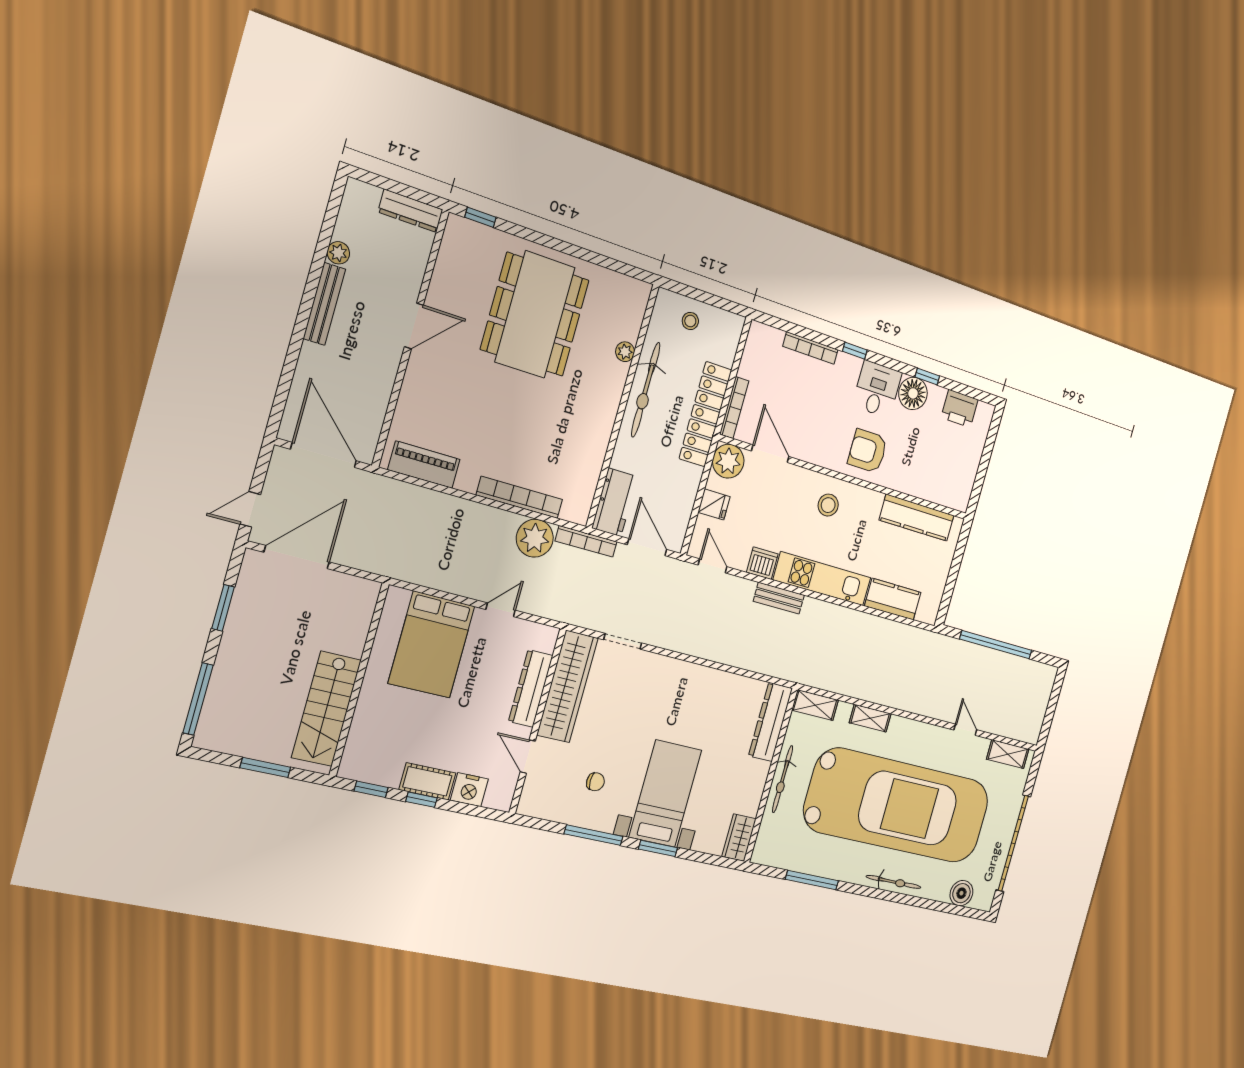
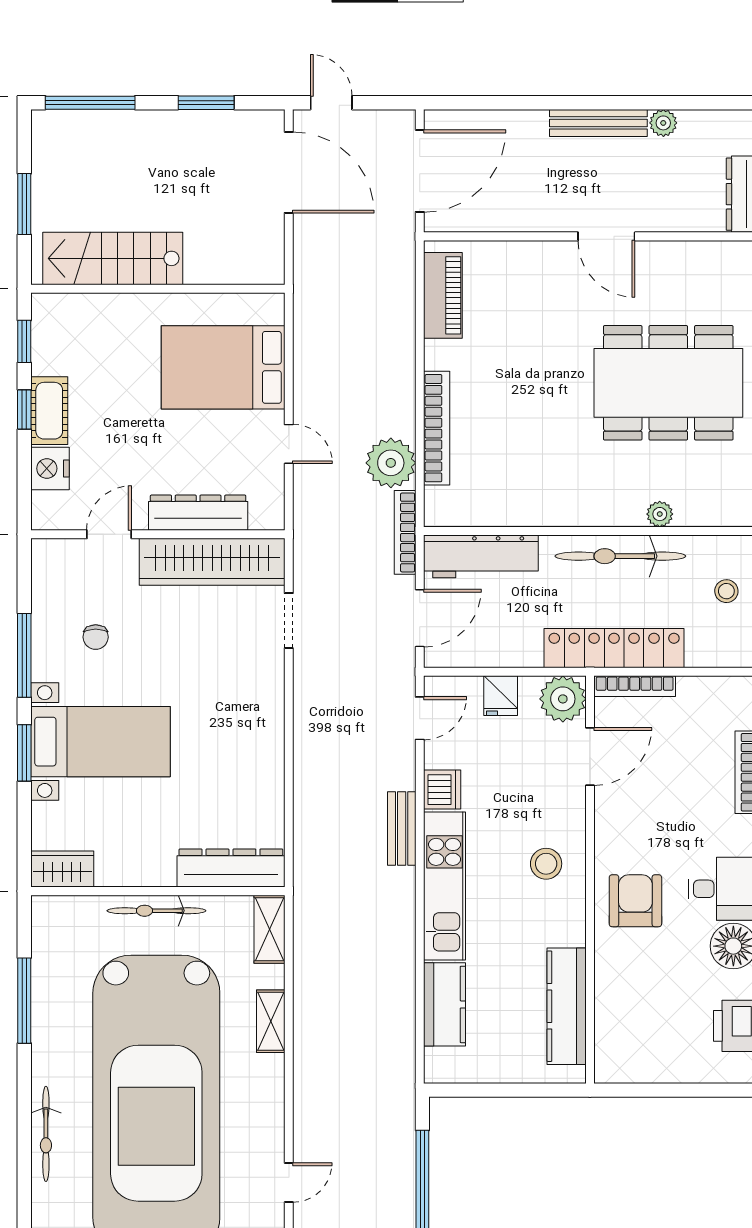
workbench: (615, 502) -> (481, 556), width x1.38

